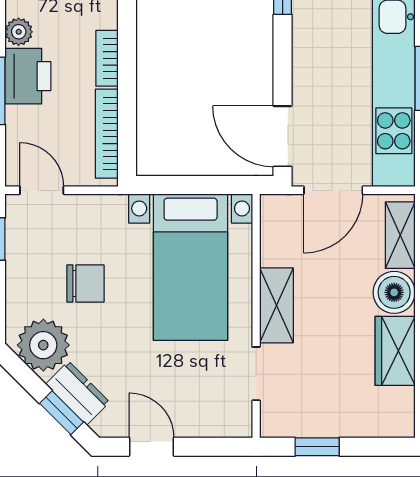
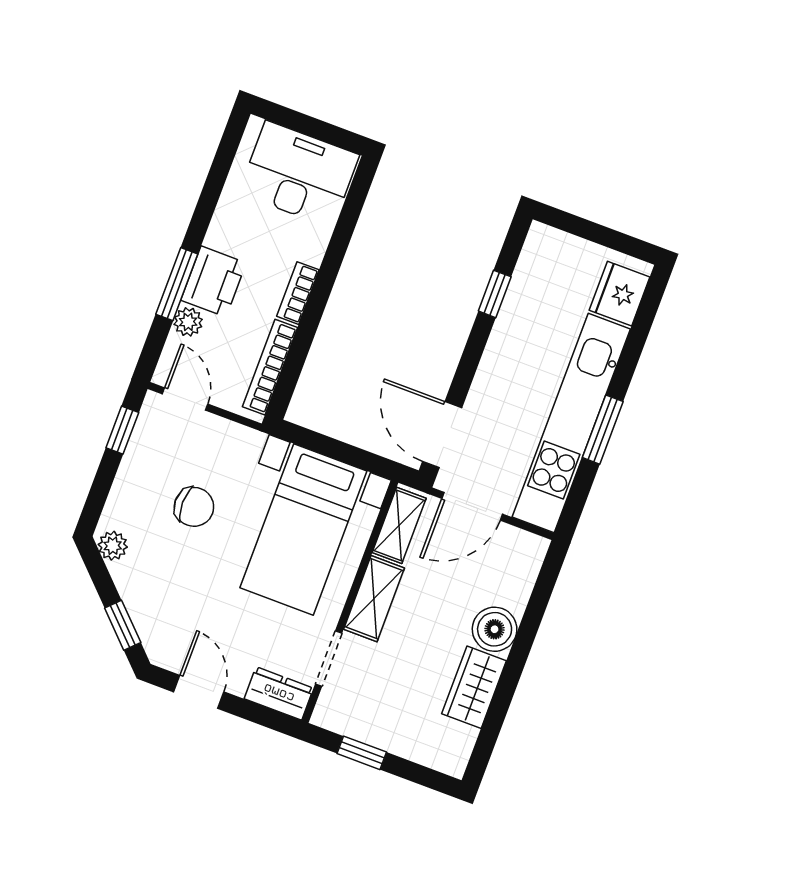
plant: (19, 32) -> (188, 322), moved
shelving: (400, 235) -> (399, 525), moved
plant: (43, 345) -> (113, 546), width x0.53, depth x0.53
dresser: (78, 393) -> (279, 693), moved, turned -45

